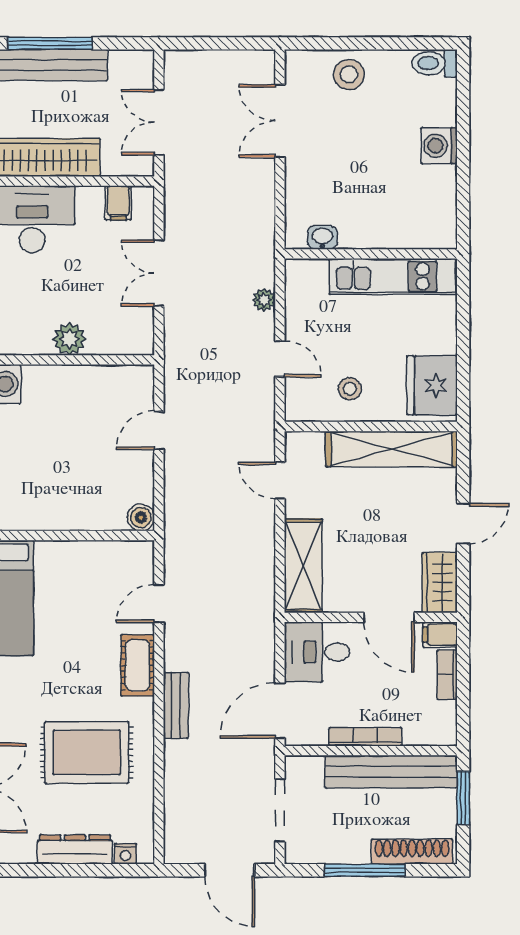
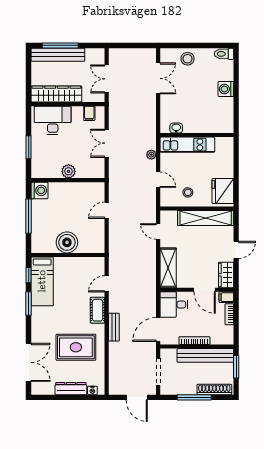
double door: (280, 121) -> (158, 78), swing flipped
kitchen unit: (393, 276) -> (187, 145), moved
boiler: (141, 518) -> (67, 242), moved, width x1.86, depth x1.86

